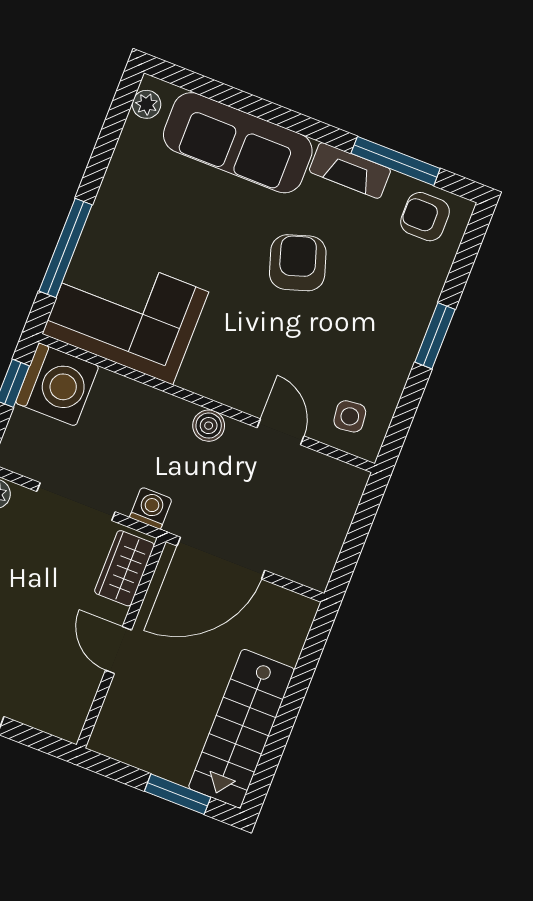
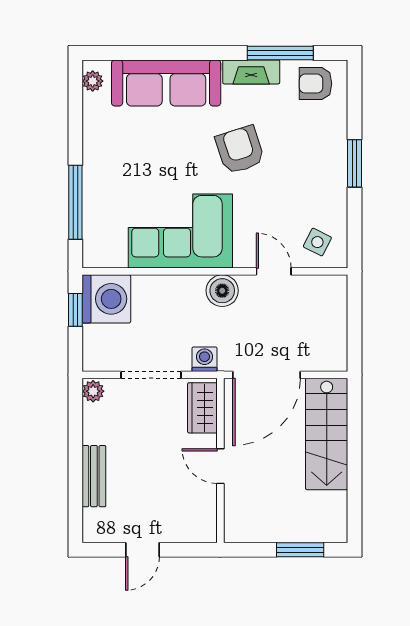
corner sofa: (125, 313) -> (180, 231), moved
side table: (350, 416) -> (317, 242), turned 34
boiler: (209, 426) -> (222, 291), width x1.36, depth x1.36
stairs: (241, 729) -> (327, 434), moved

